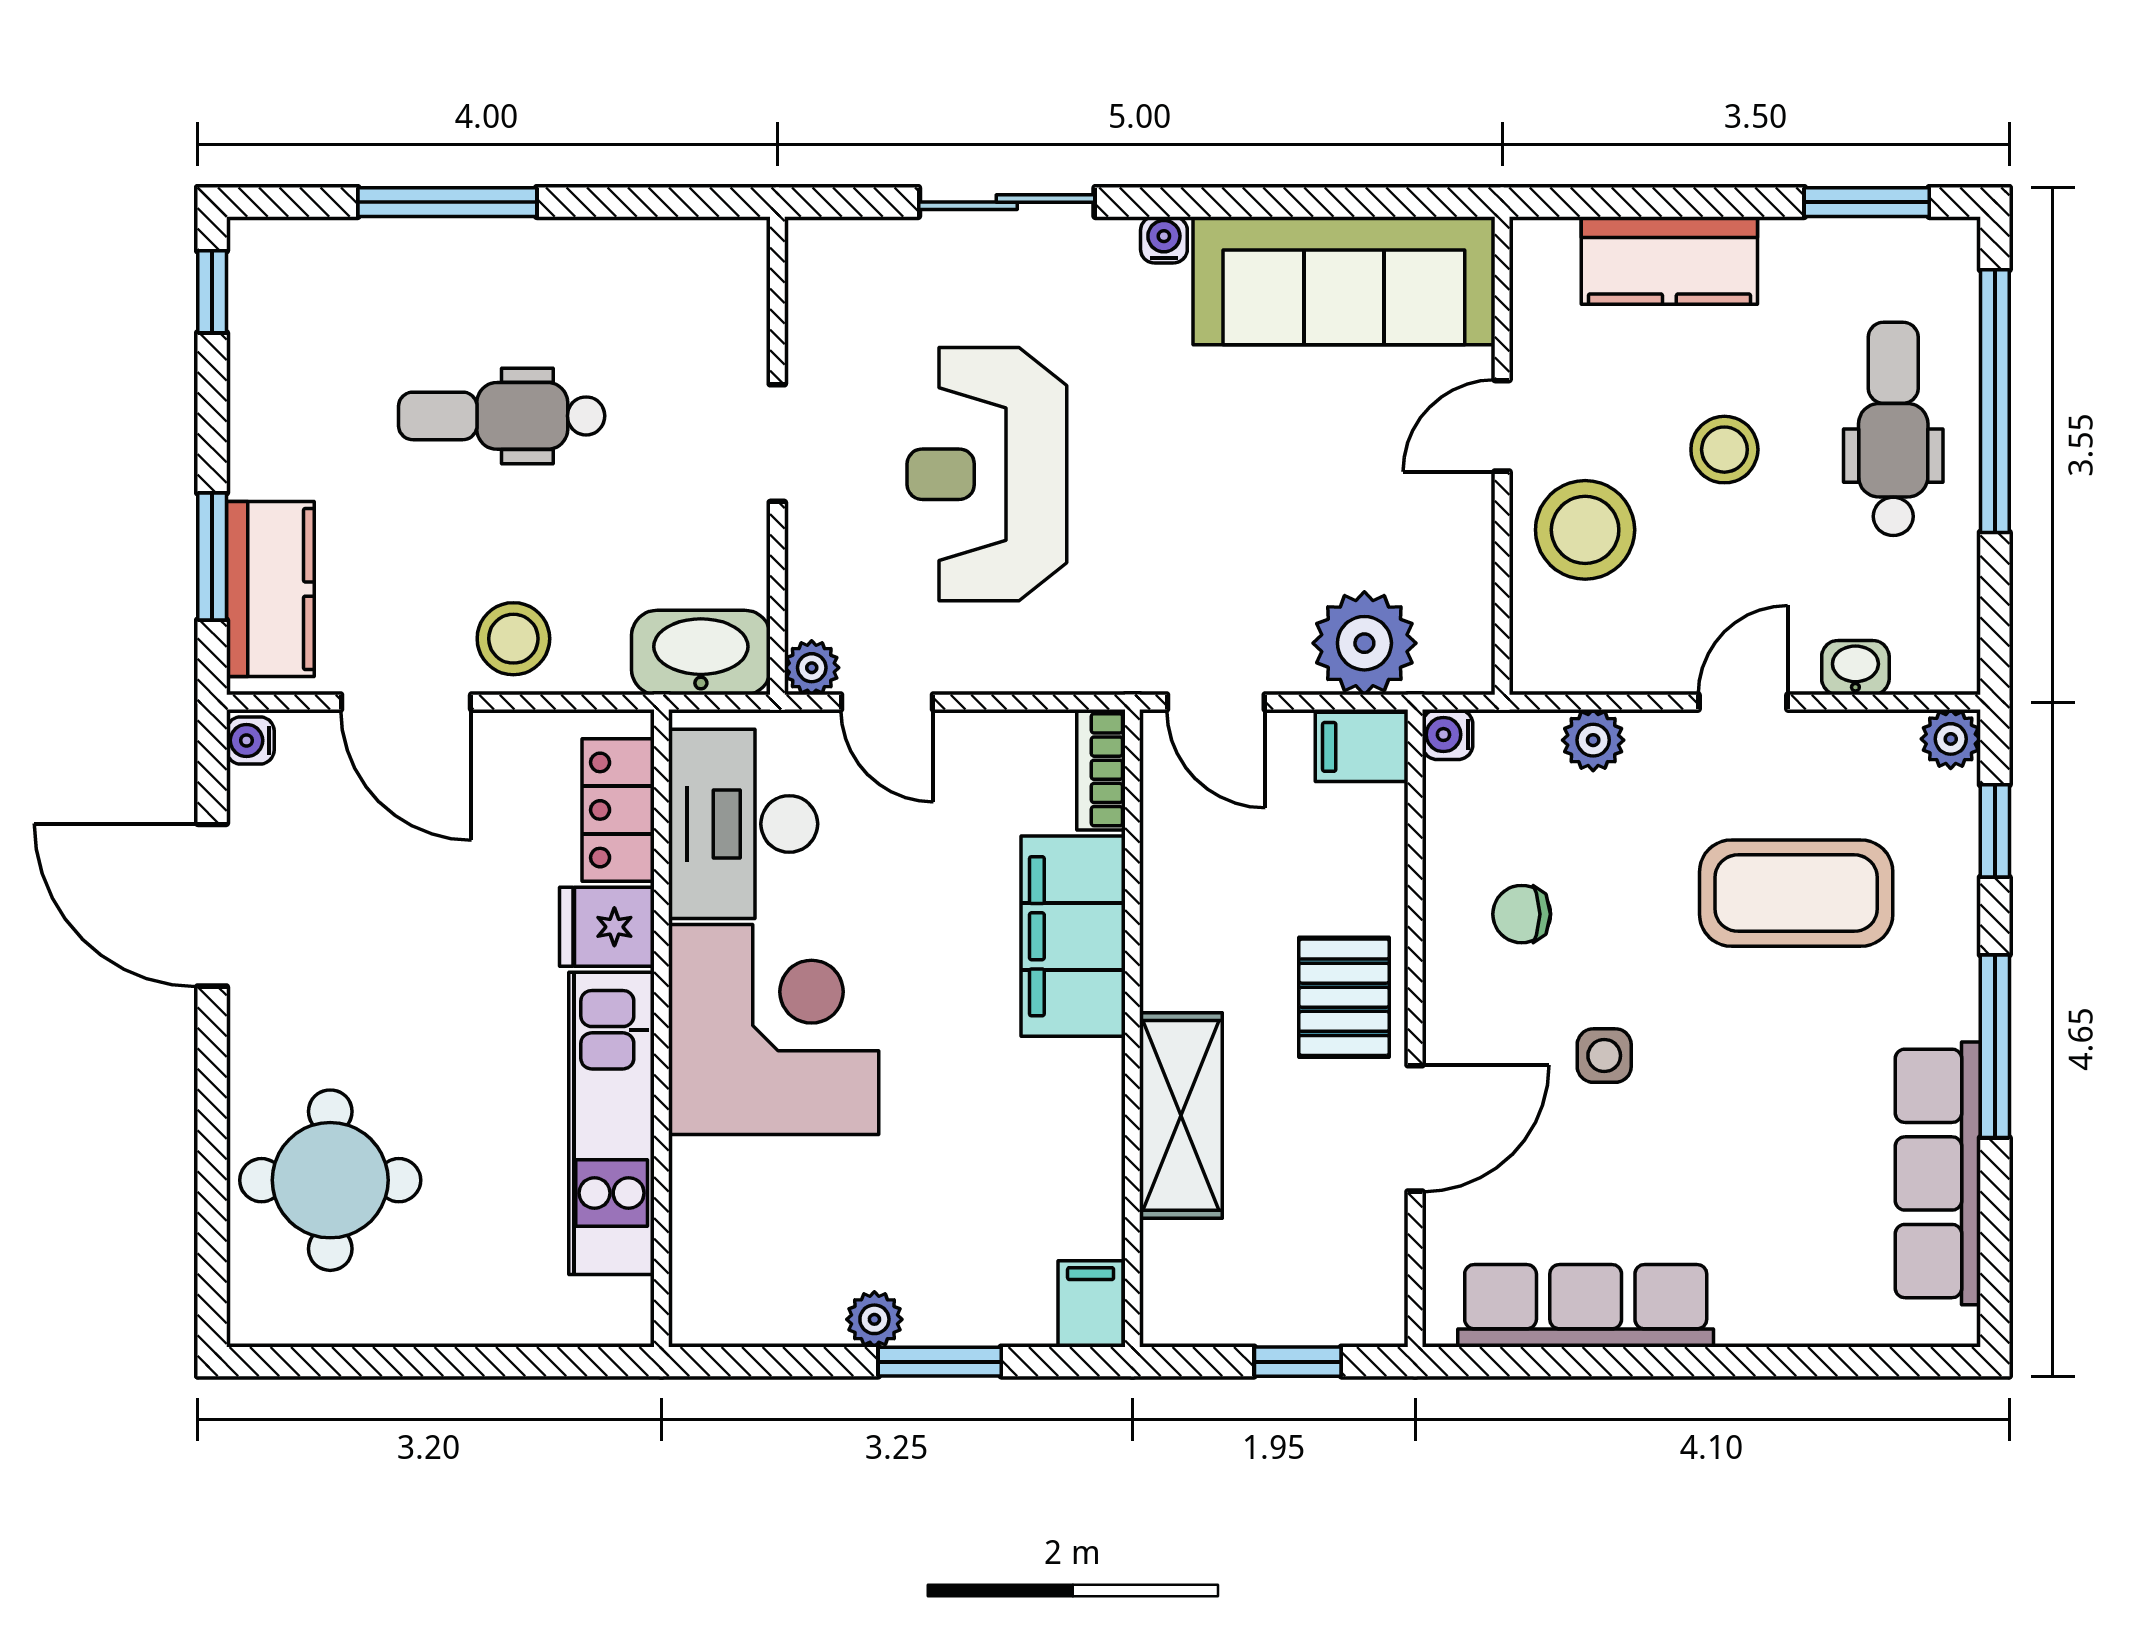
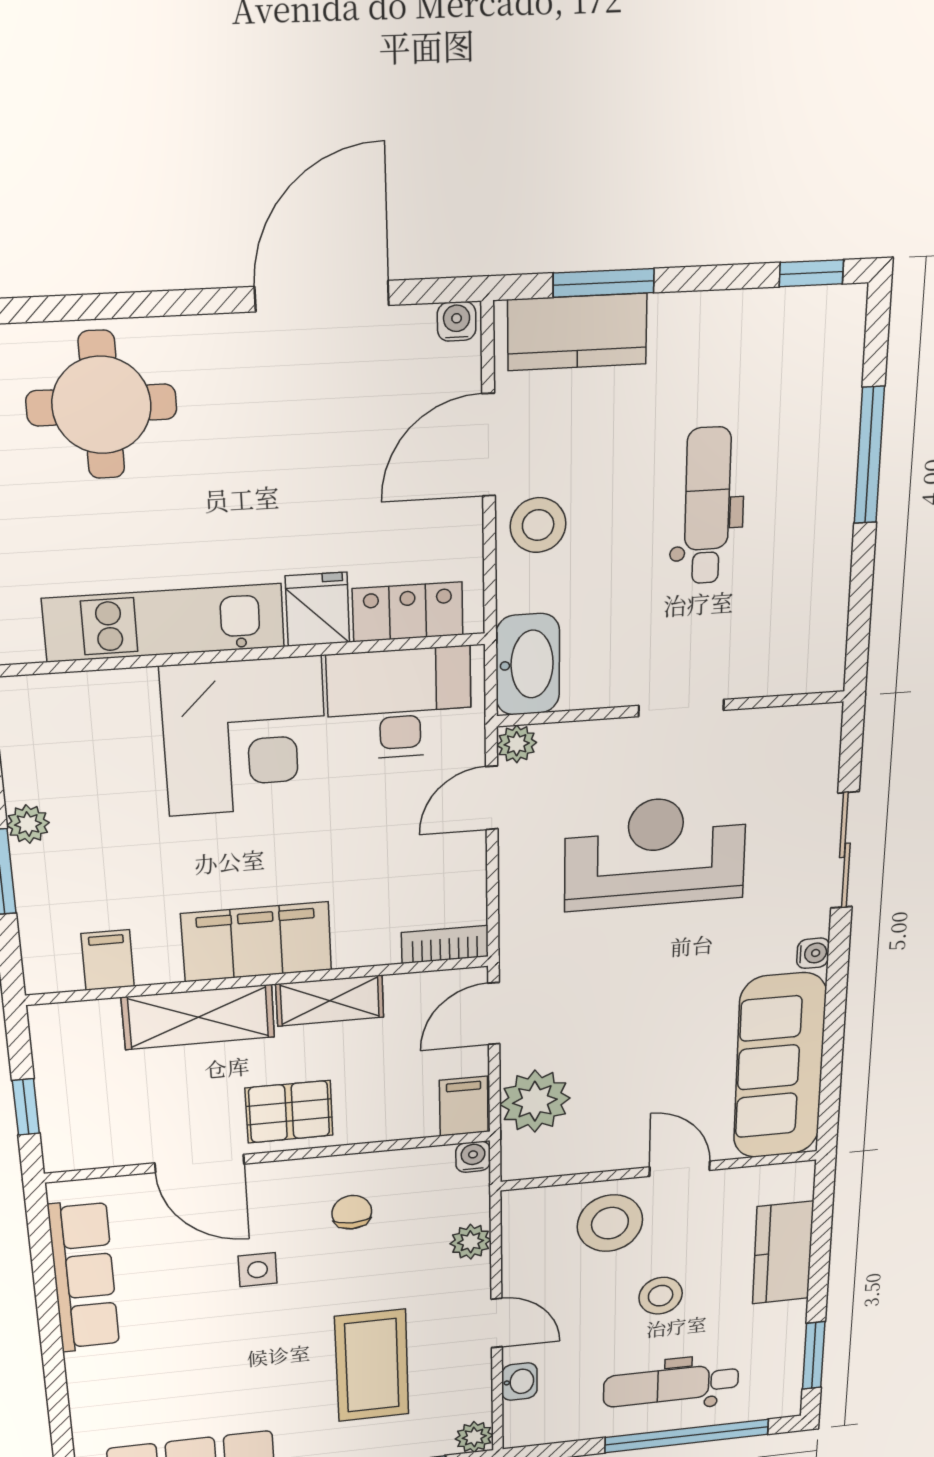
dental chair: (1893, 429) -> (671, 1385), turned 180
shelving: (1173, 933) -> (330, 1001), added
filing cabinet: (1073, 936) -> (257, 942), moved
filing cabinet: (1091, 1304) -> (108, 960), moved, turned -90

